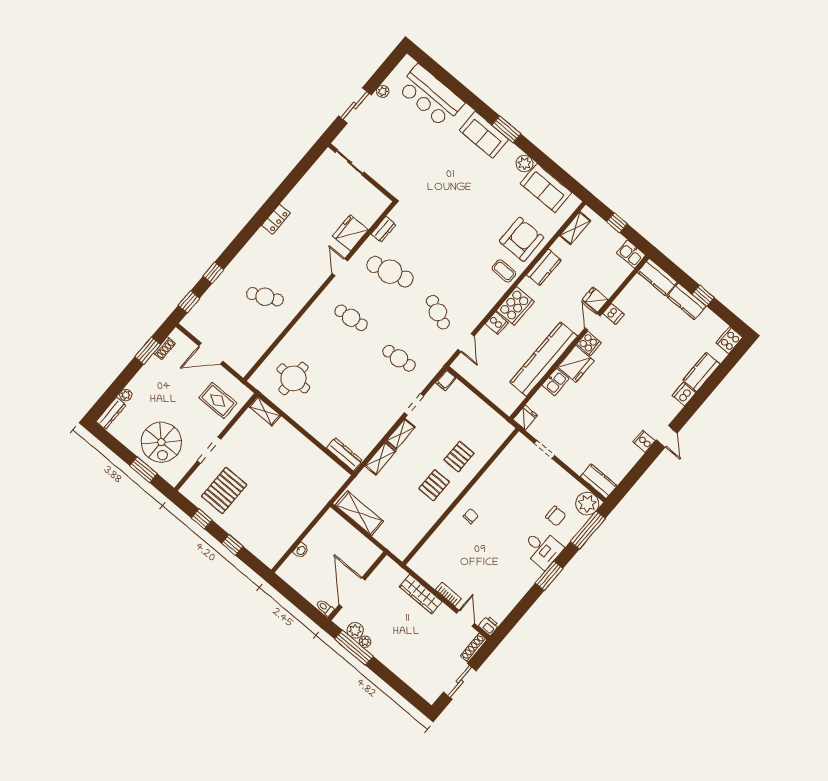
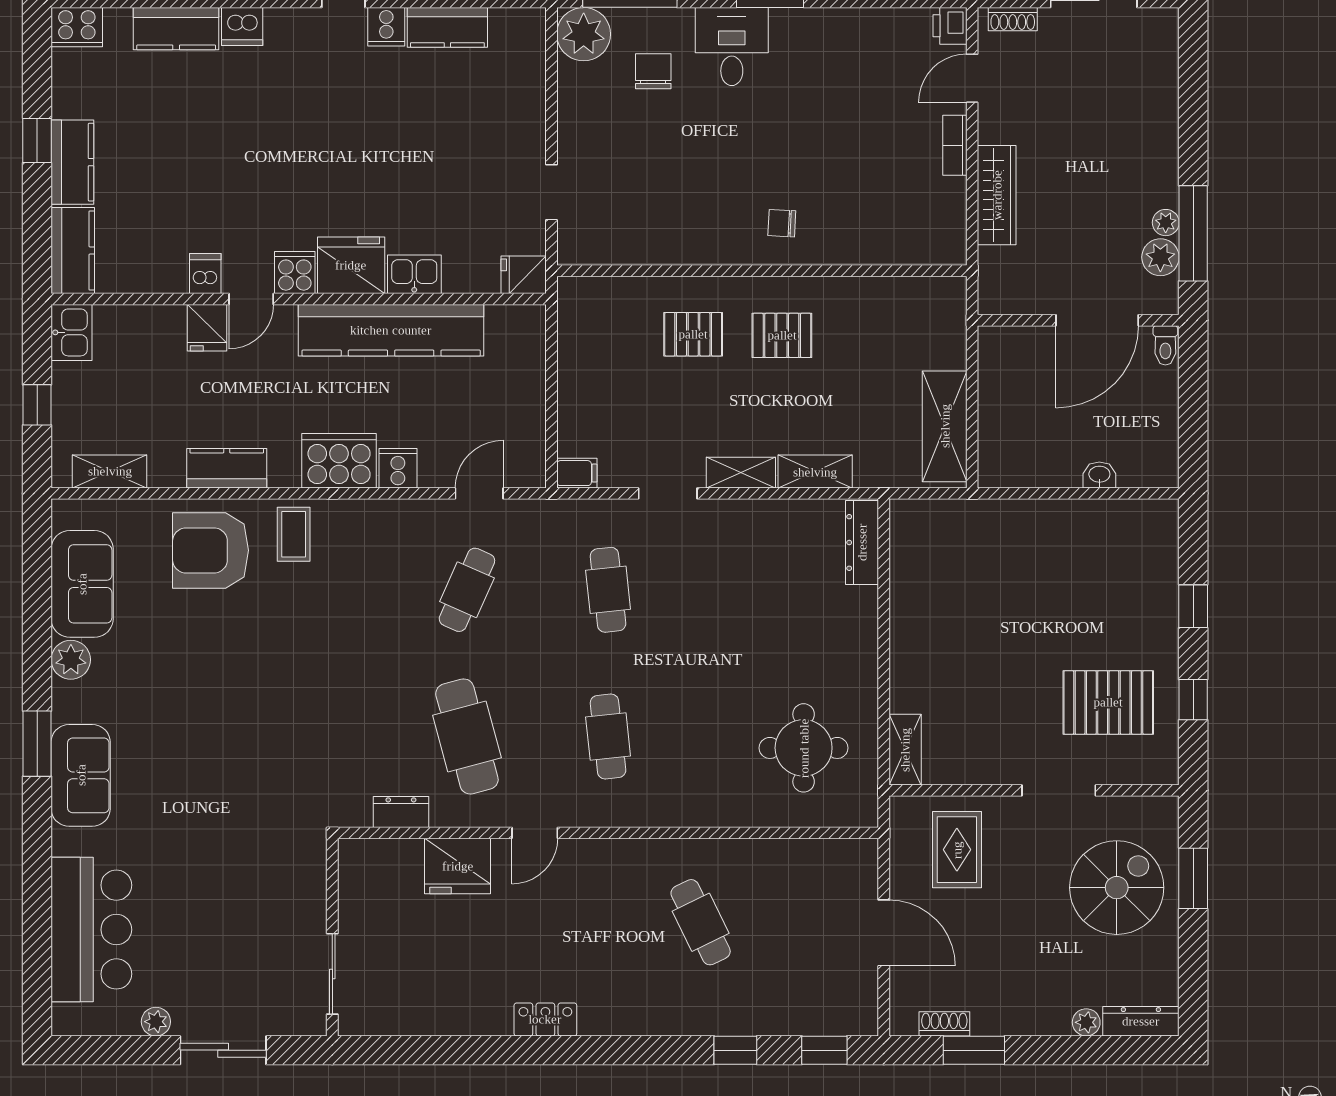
kitchen counter: (599, 481) -> (447, 27), moved, turned -90
shoe rack: (474, 648) -> (1013, 19), width x0.70

